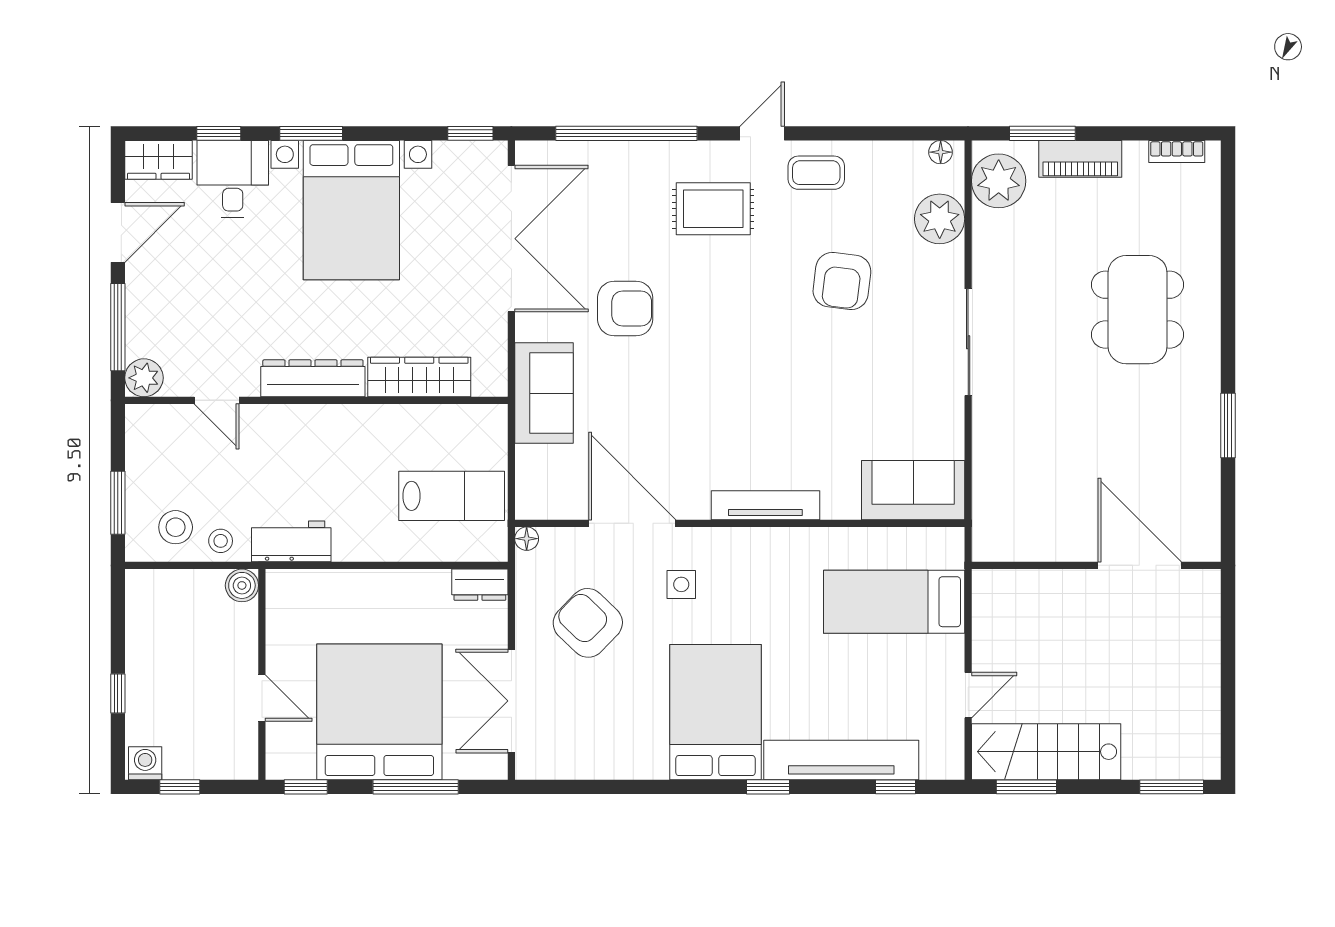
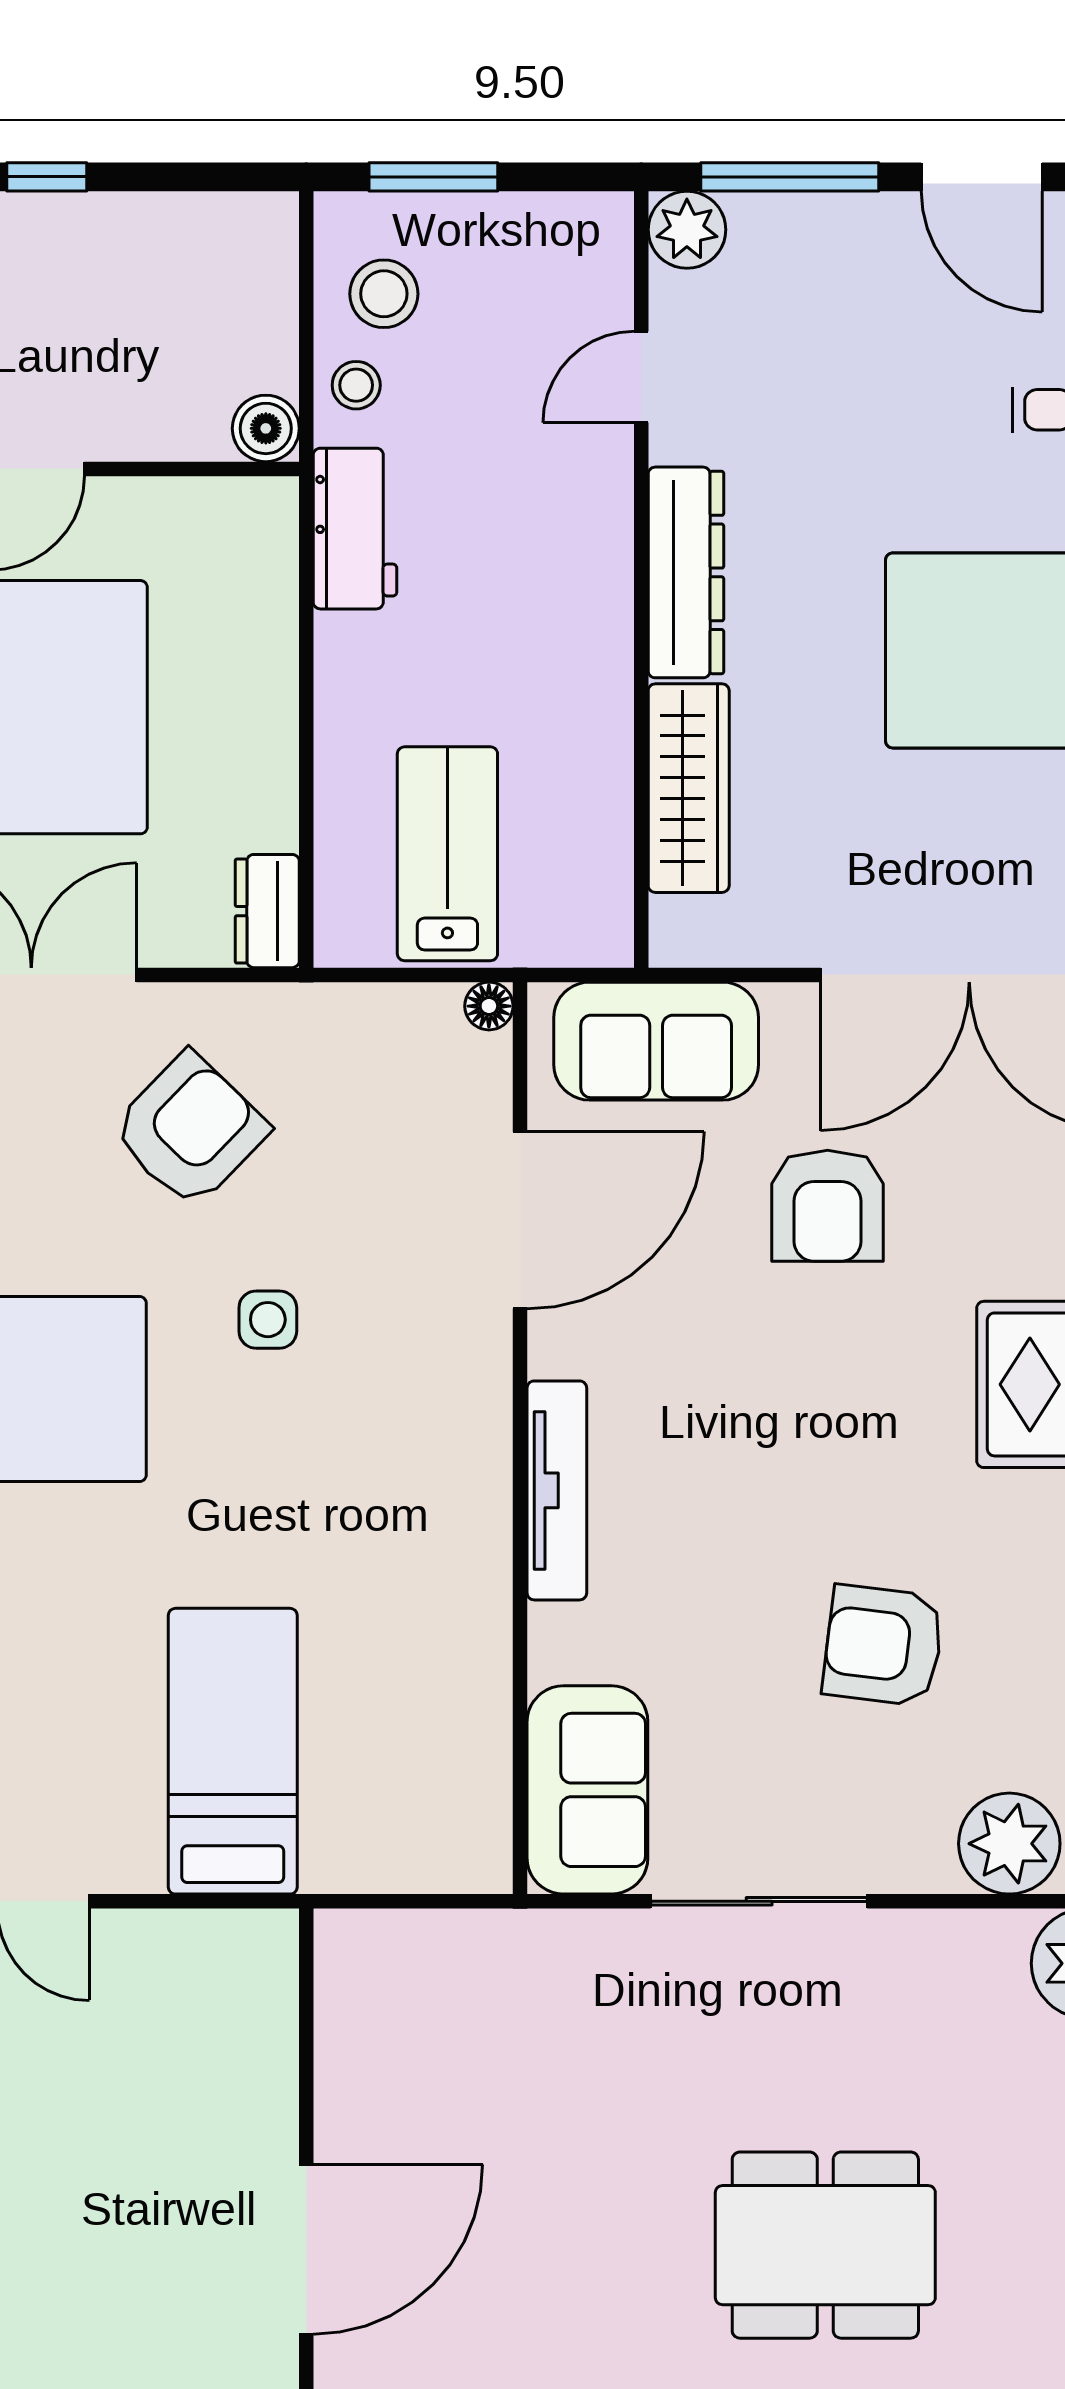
sofa: (913, 490) -> (587, 1790), moved
lab bench: (452, 496) -> (447, 854), turned 180
tv unit: (765, 505) -> (557, 1490), moved
door: (632, 523) -> (520, 1220), moved
wall: (740, 523) -> (520, 1438), moved
floor lamp: (527, 539) -> (489, 1006), moved

